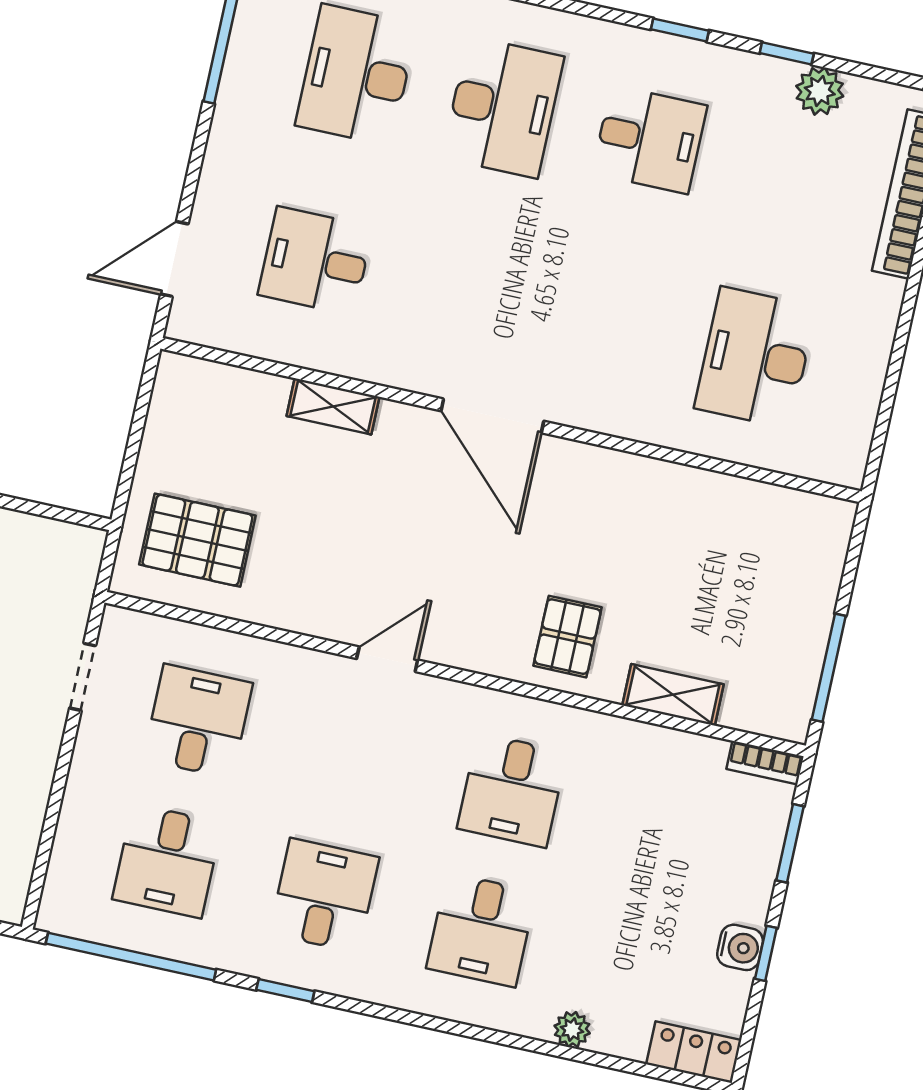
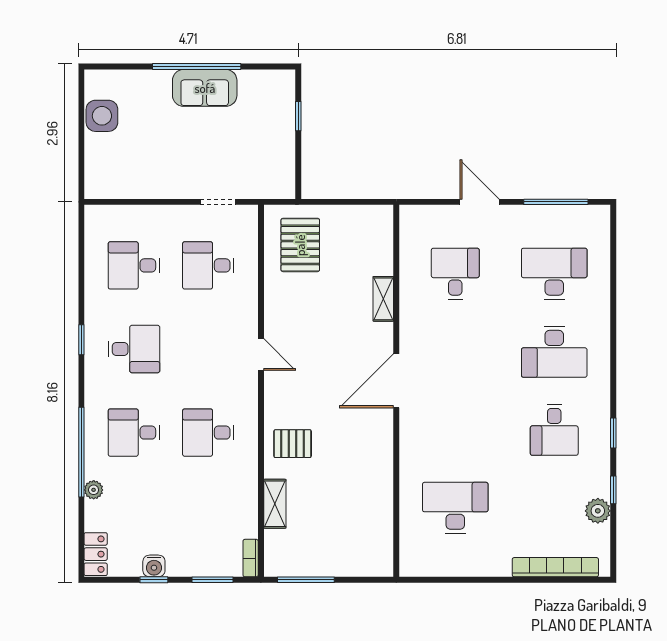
door: (174, 259) -> (480, 202), moved
desk: (198, 721) -> (208, 265), turned 180
window: (131, 957) -> (81, 452), moved

